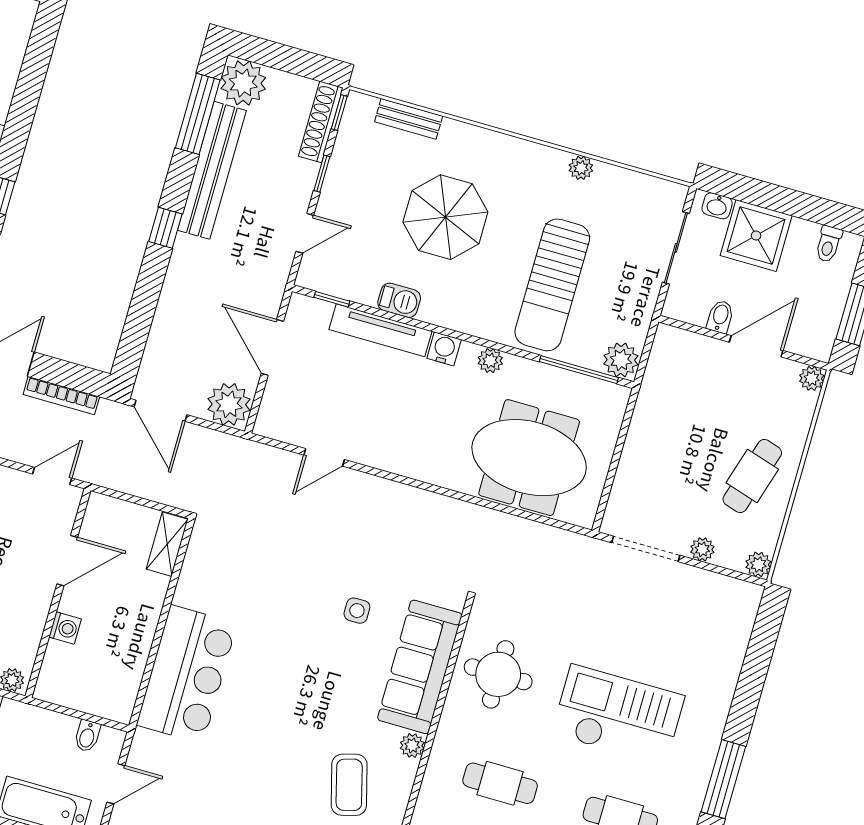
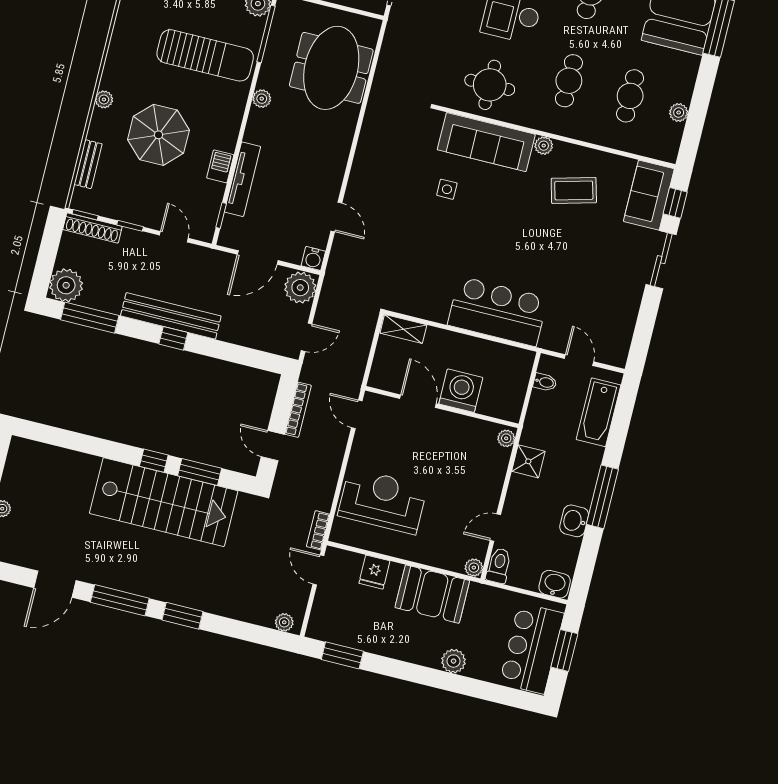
plant: (581, 168) -> (104, 99), moved
bench: (212, 170) -> (171, 316), moved
water cooler: (444, 349) -> (313, 258), moved, turned -90
door: (160, 411) -> (307, 337), width x0.73
washing machine: (65, 628) -> (461, 391), width x1.89, depth x1.89

